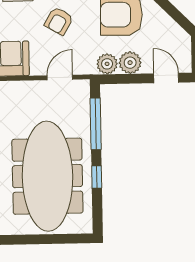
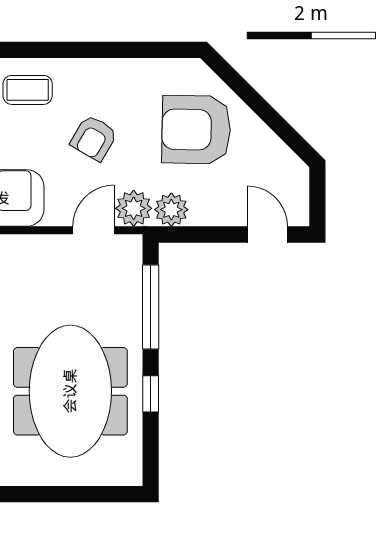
plant: (130, 63) -> (134, 208), moved
meeting table: (47, 176) -> (70, 391), width x0.73

